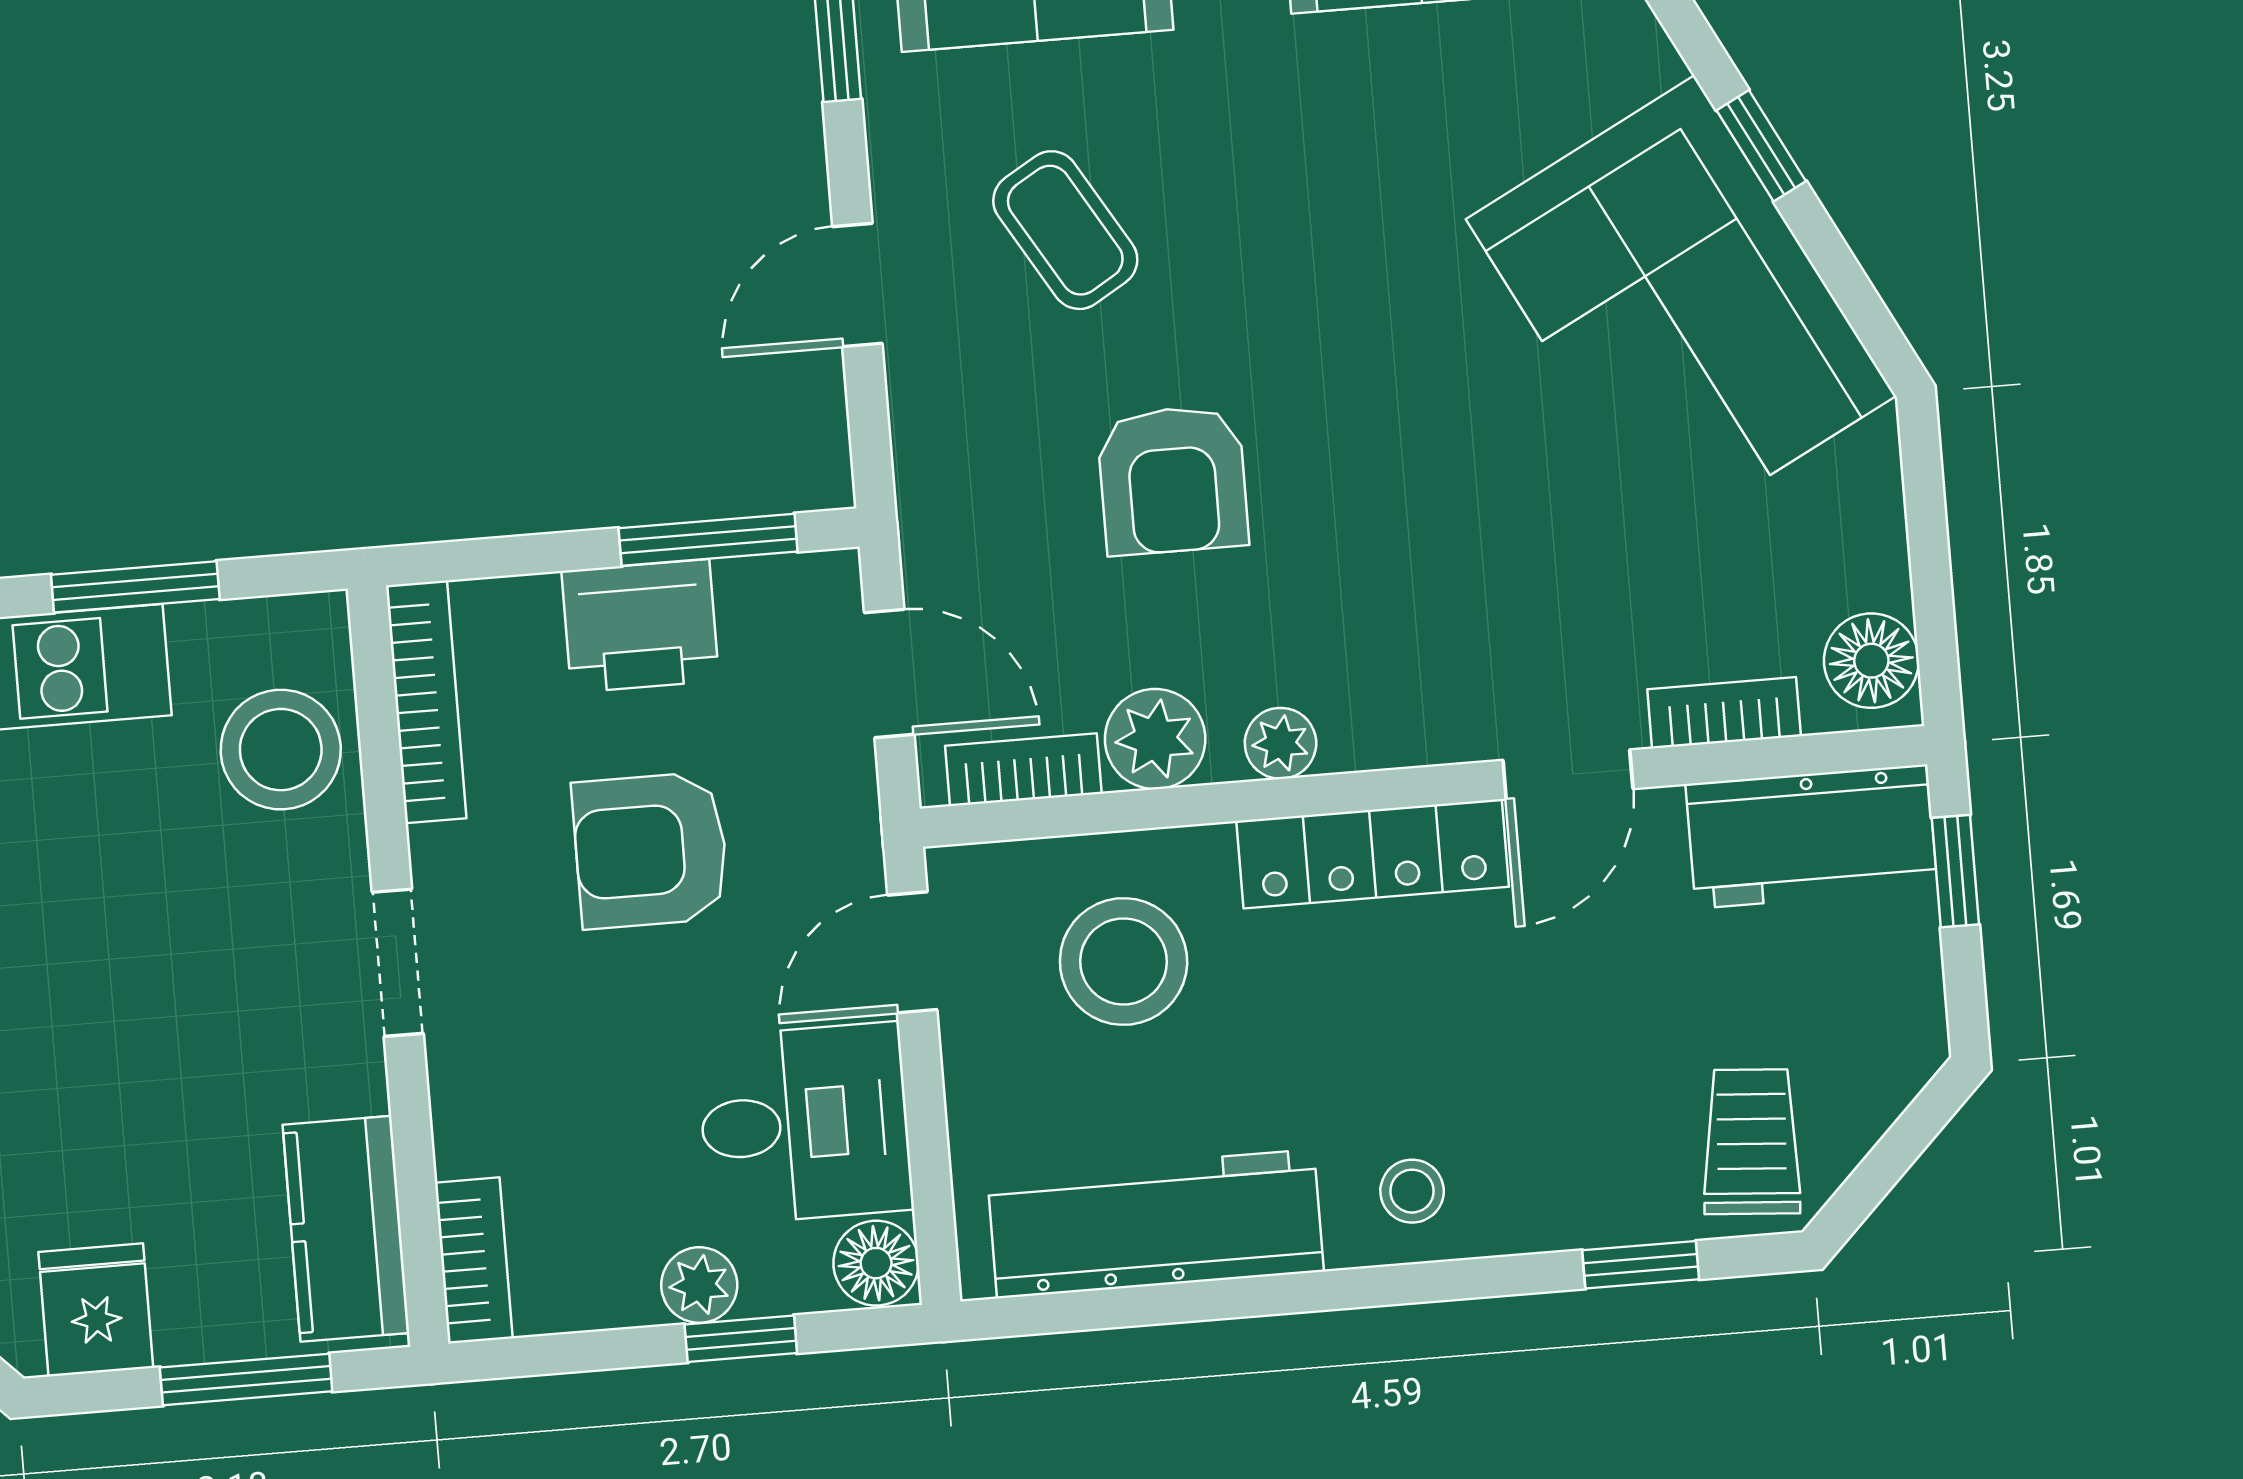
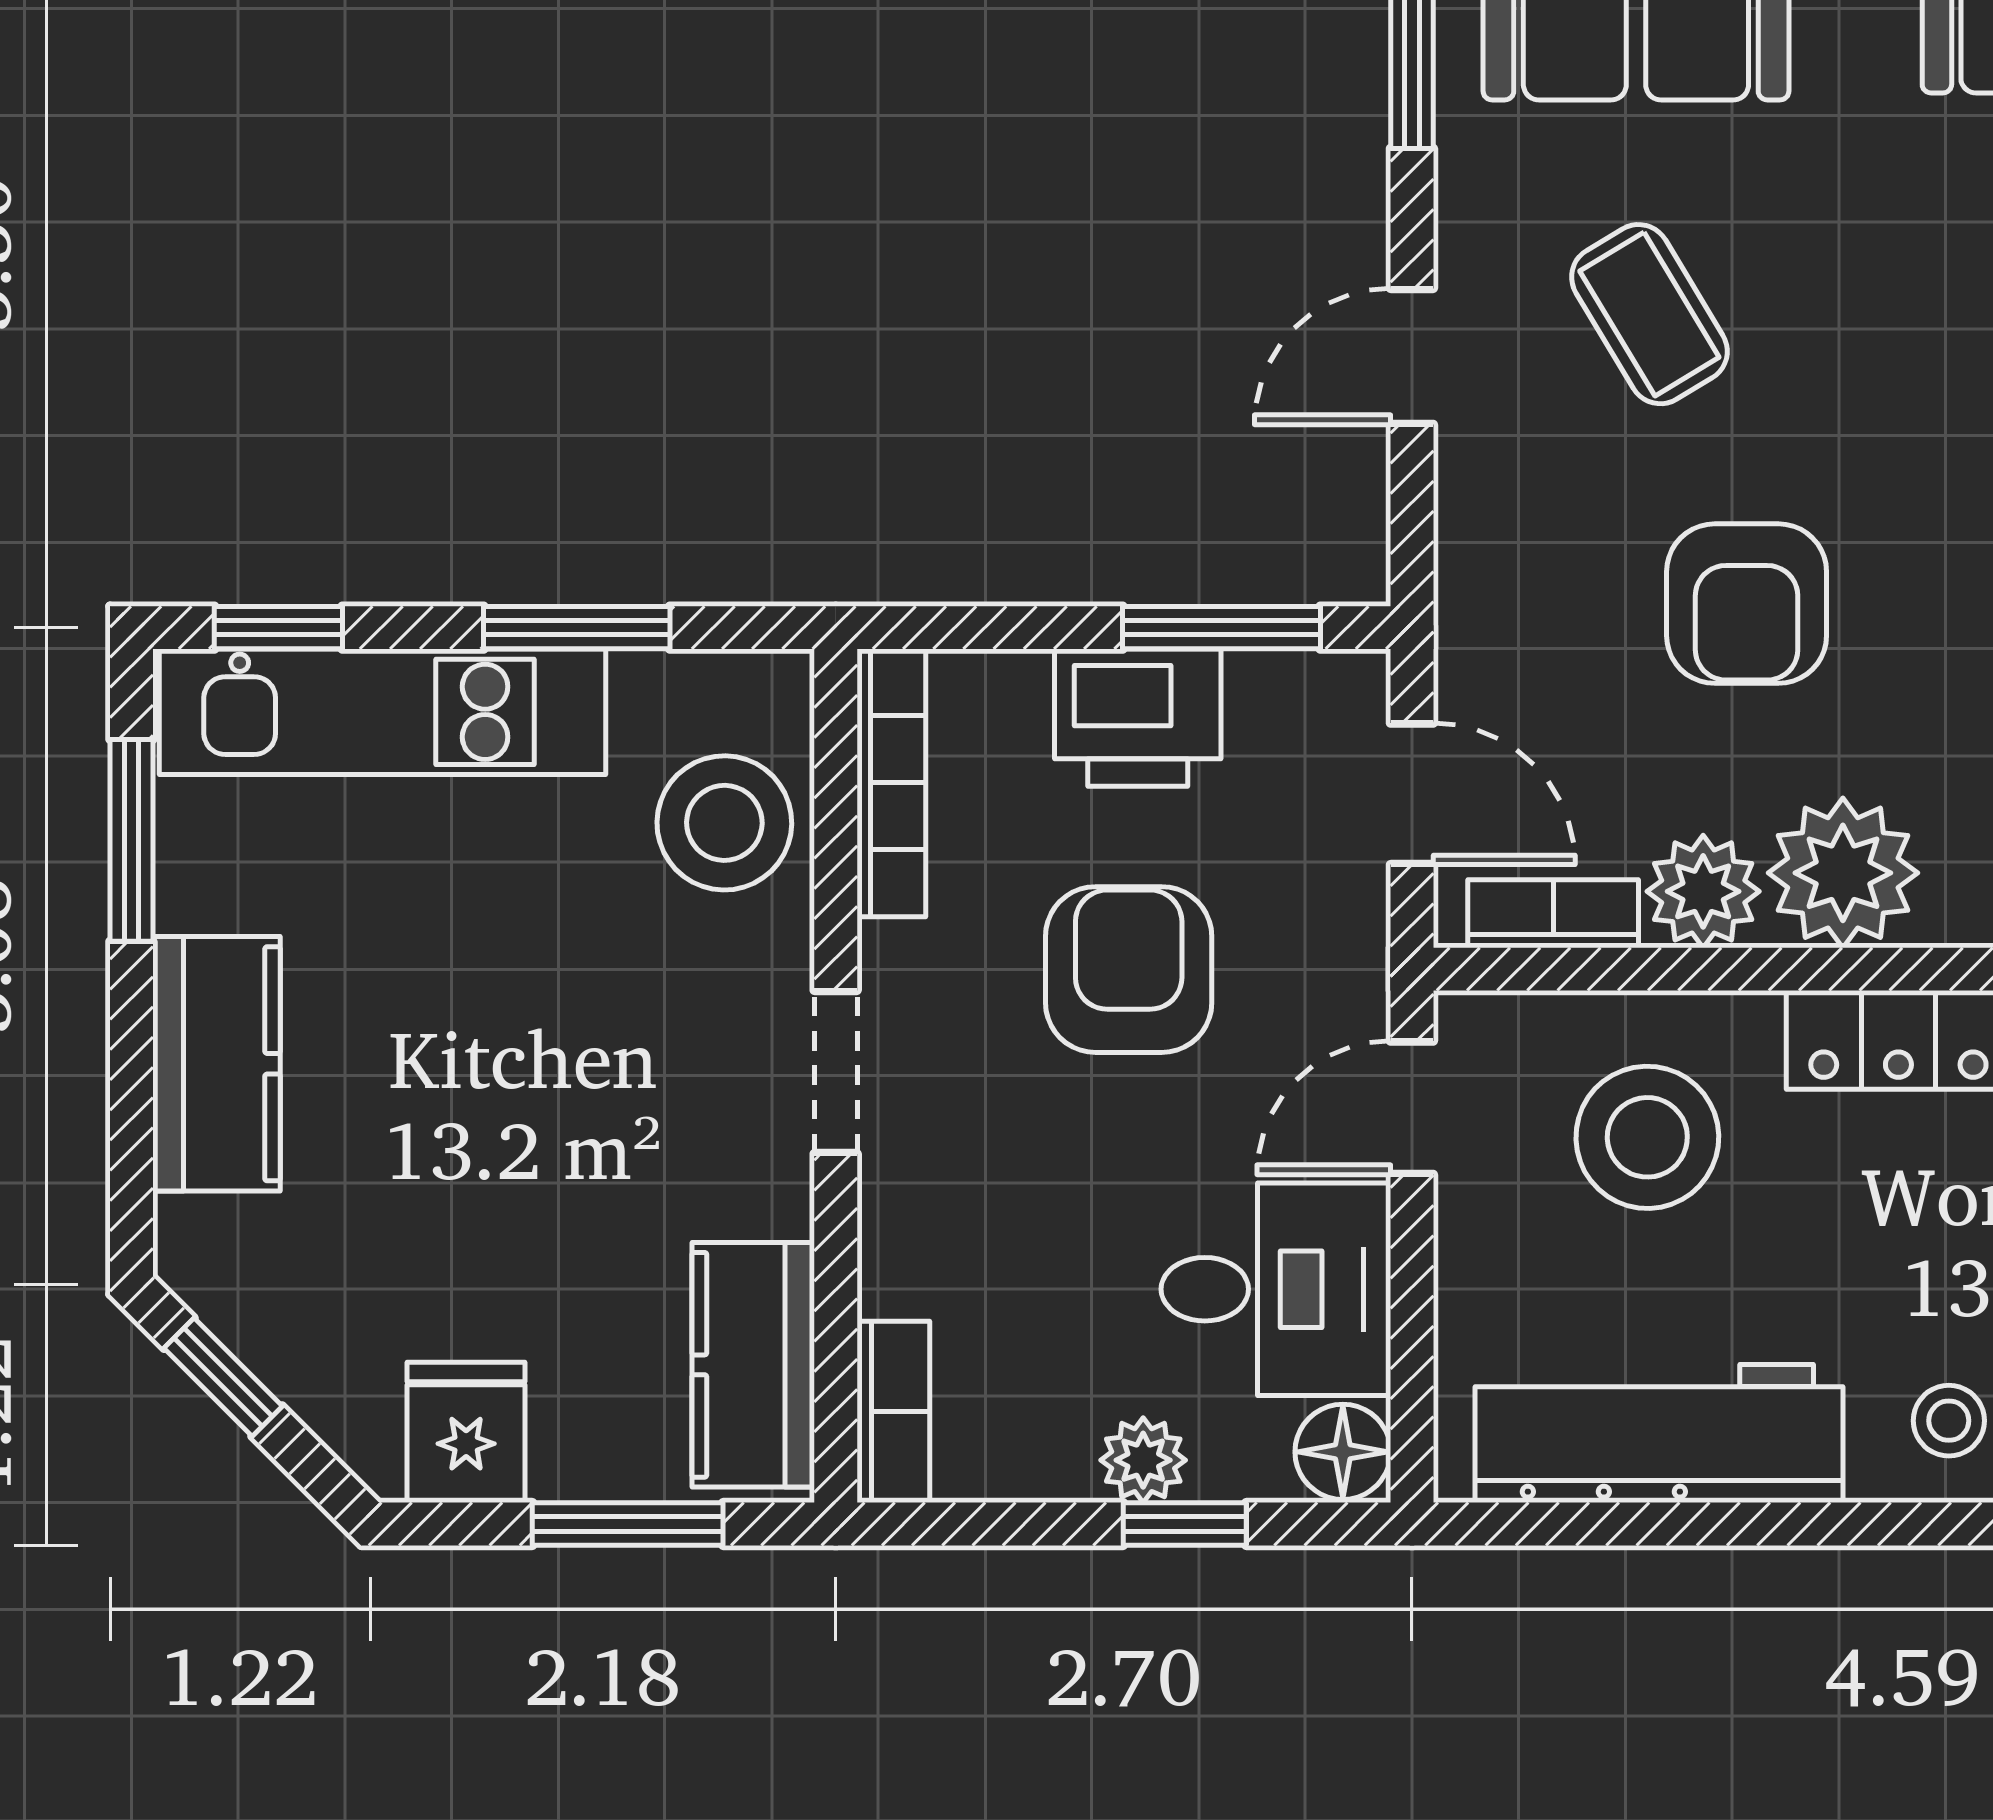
plant: (1281, 743) -> (1843, 873), width x1.87, depth x1.87
armchair: (651, 850) -> (1129, 970), turned 90

